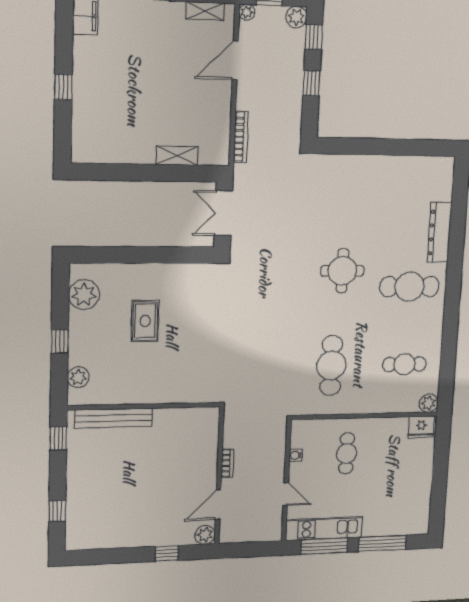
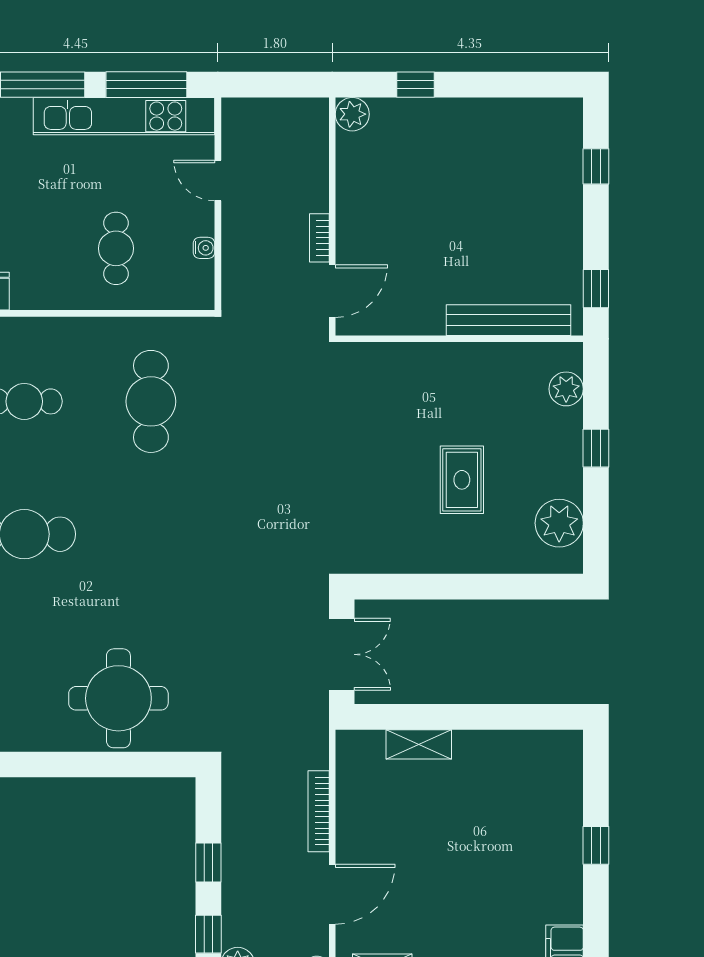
bookcase: (241, 137) -> (319, 811), moved
round table: (342, 271) -> (118, 698), moved, width x1.36, depth x1.36
door: (218, 505) -> (332, 291), moved
kitchen unit: (324, 529) -> (124, 116), width x1.36

